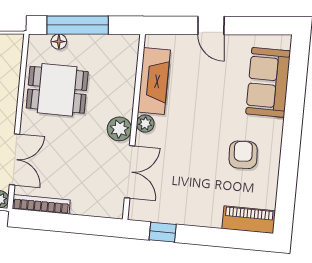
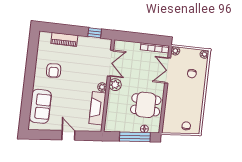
double door: (130, 172) -> (110, 63), swing flipped
piano: (249, 220) -> (64, 39), moved

